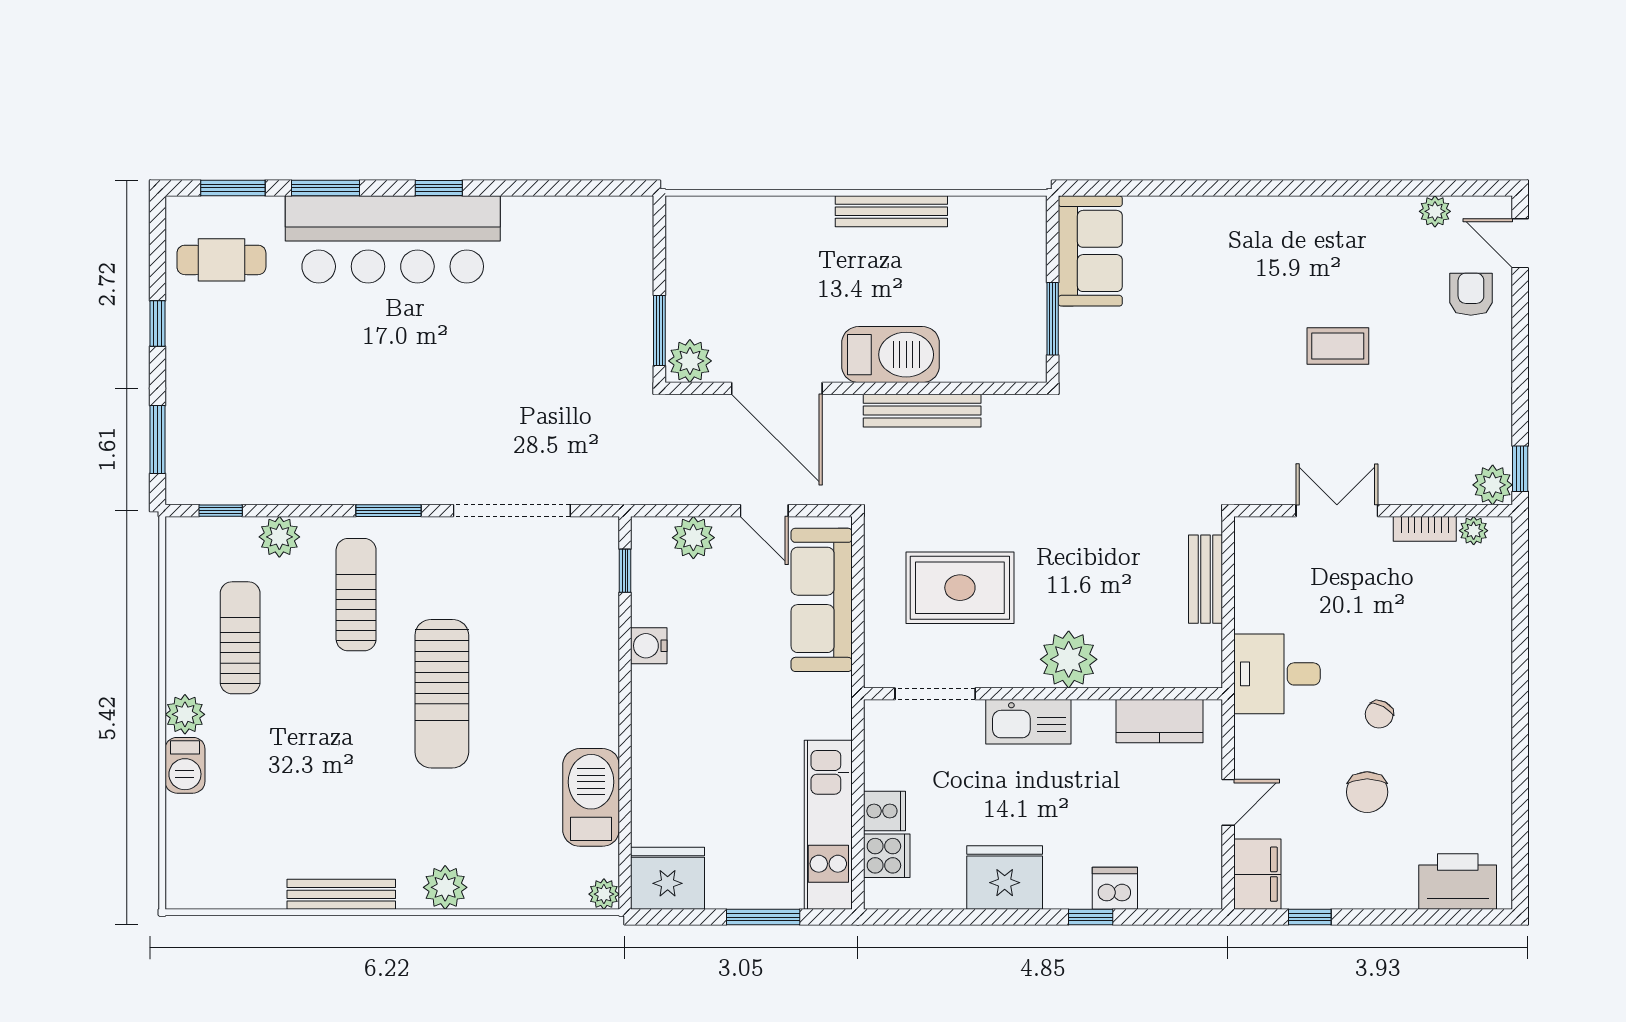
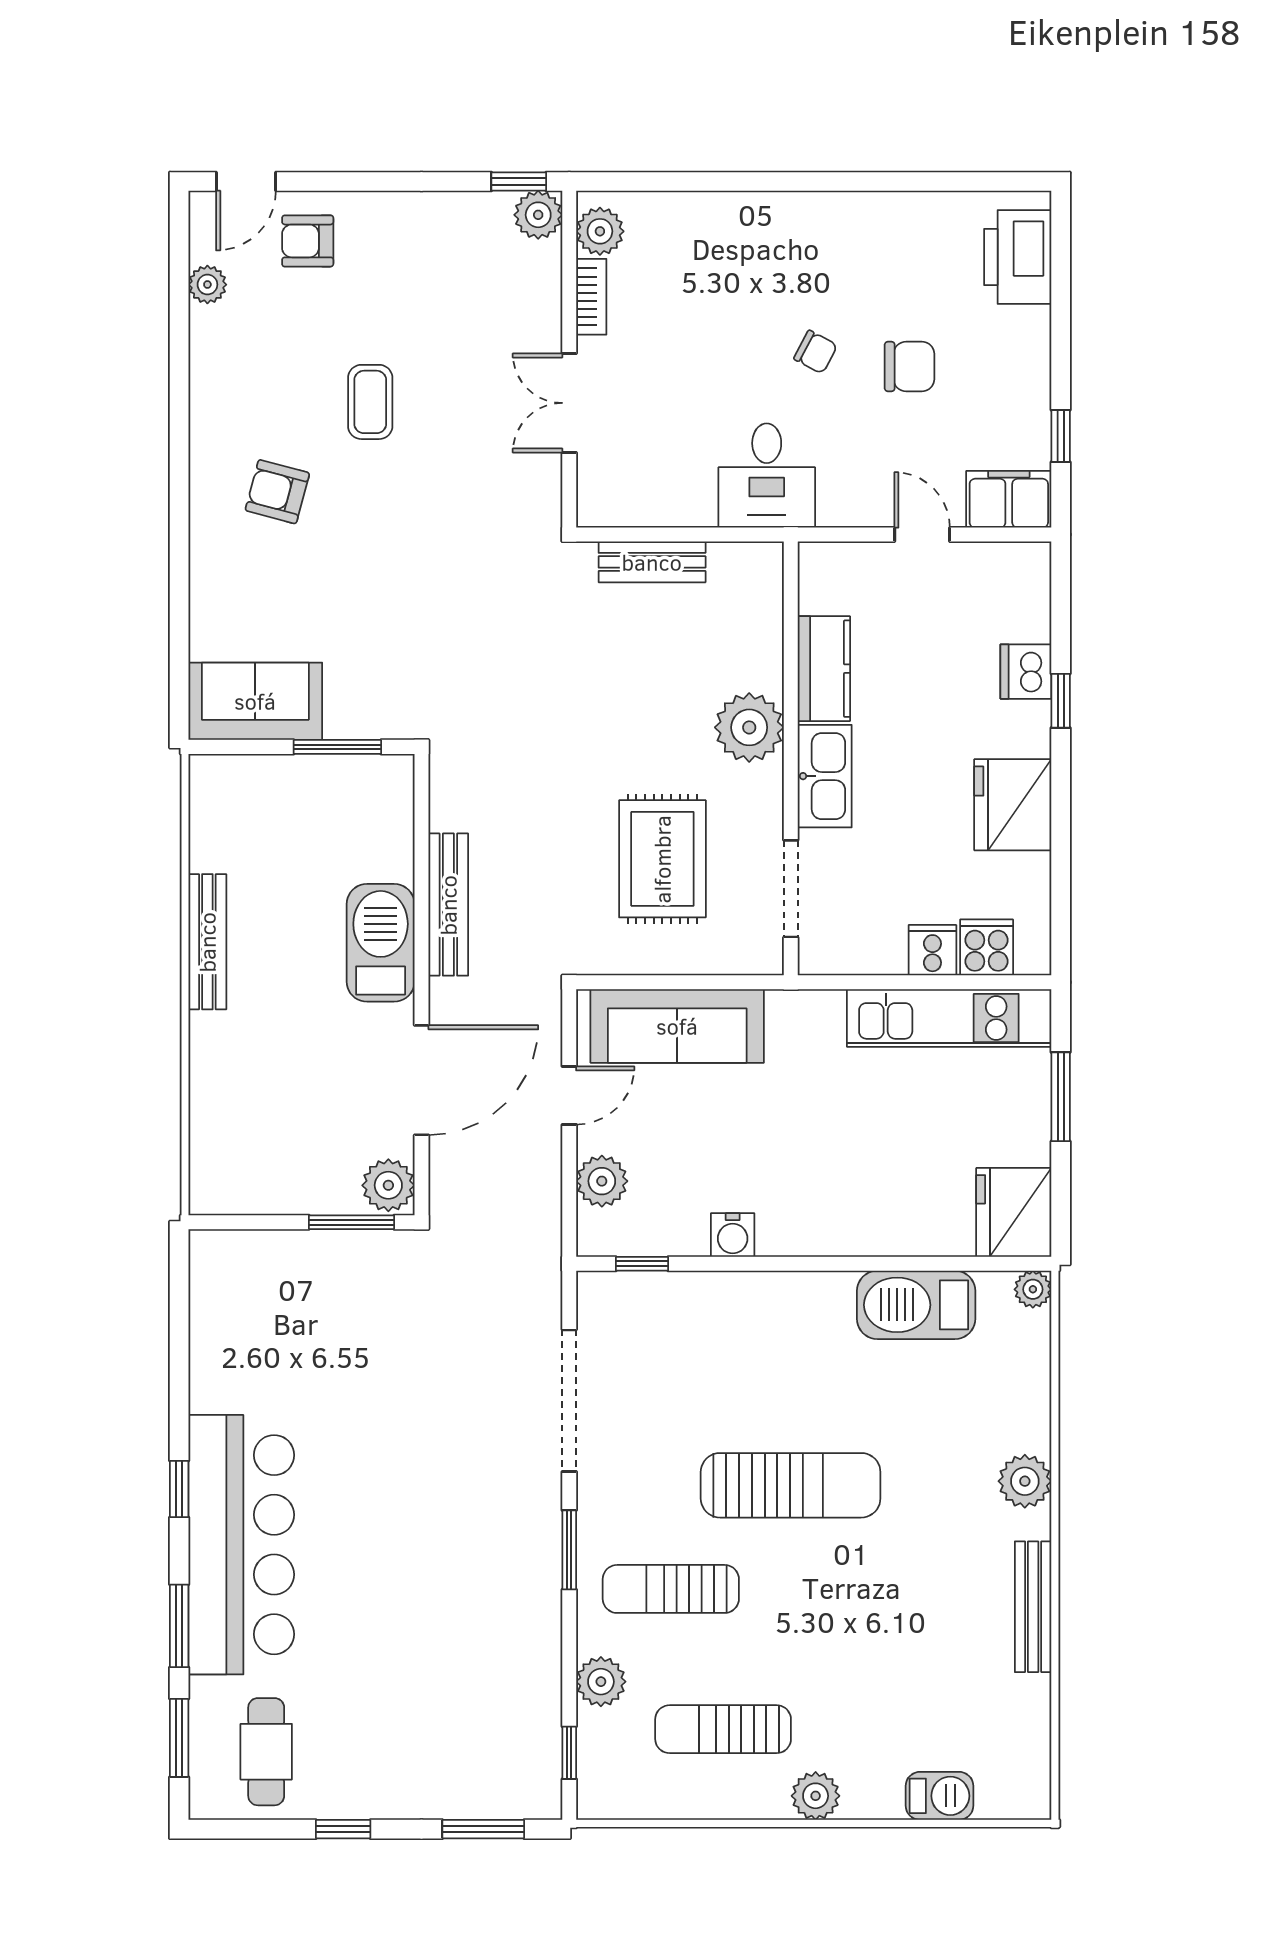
armchair: (1264, 269) -> (277, 492), added
plant: (1474, 531) -> (600, 231), width x1.38, depth x1.38
kitchen counter: (1160, 721) -> (824, 669), moved
barbecue: (185, 765) -> (939, 1796), moved

